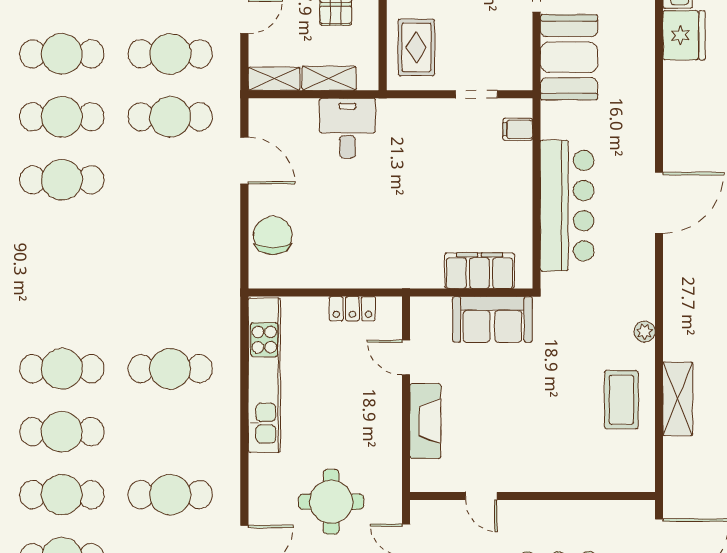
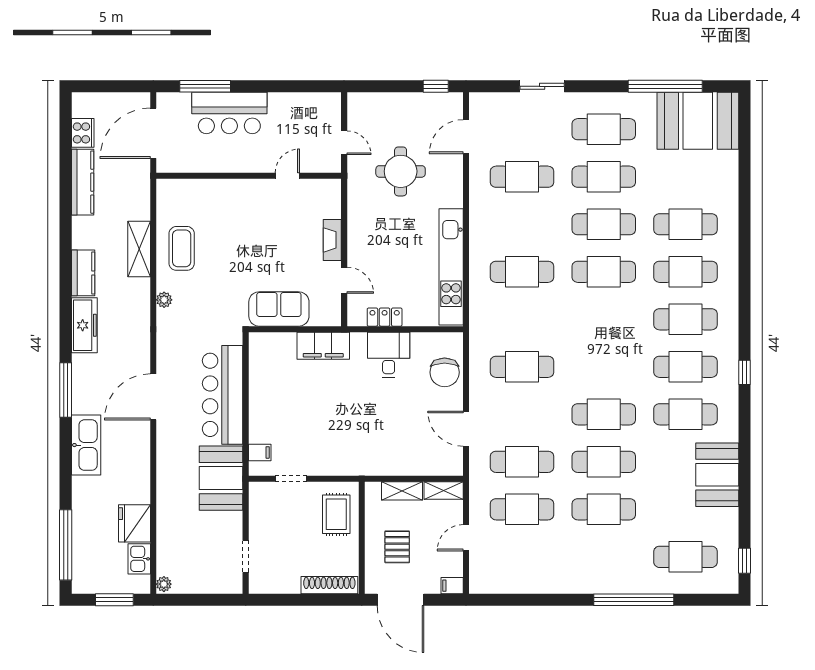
booth: (569, 57) -> (221, 478), moved
desk: (347, 128) -> (389, 355), moved, turned 180
cafe table: (170, 243) -> (522, 367), added
filing cabinet: (480, 271) -> (323, 346), moved
fireplace: (425, 421) -> (332, 240), width x0.73, depth x0.76
door: (481, 496) -> (287, 176), hinge flipped

